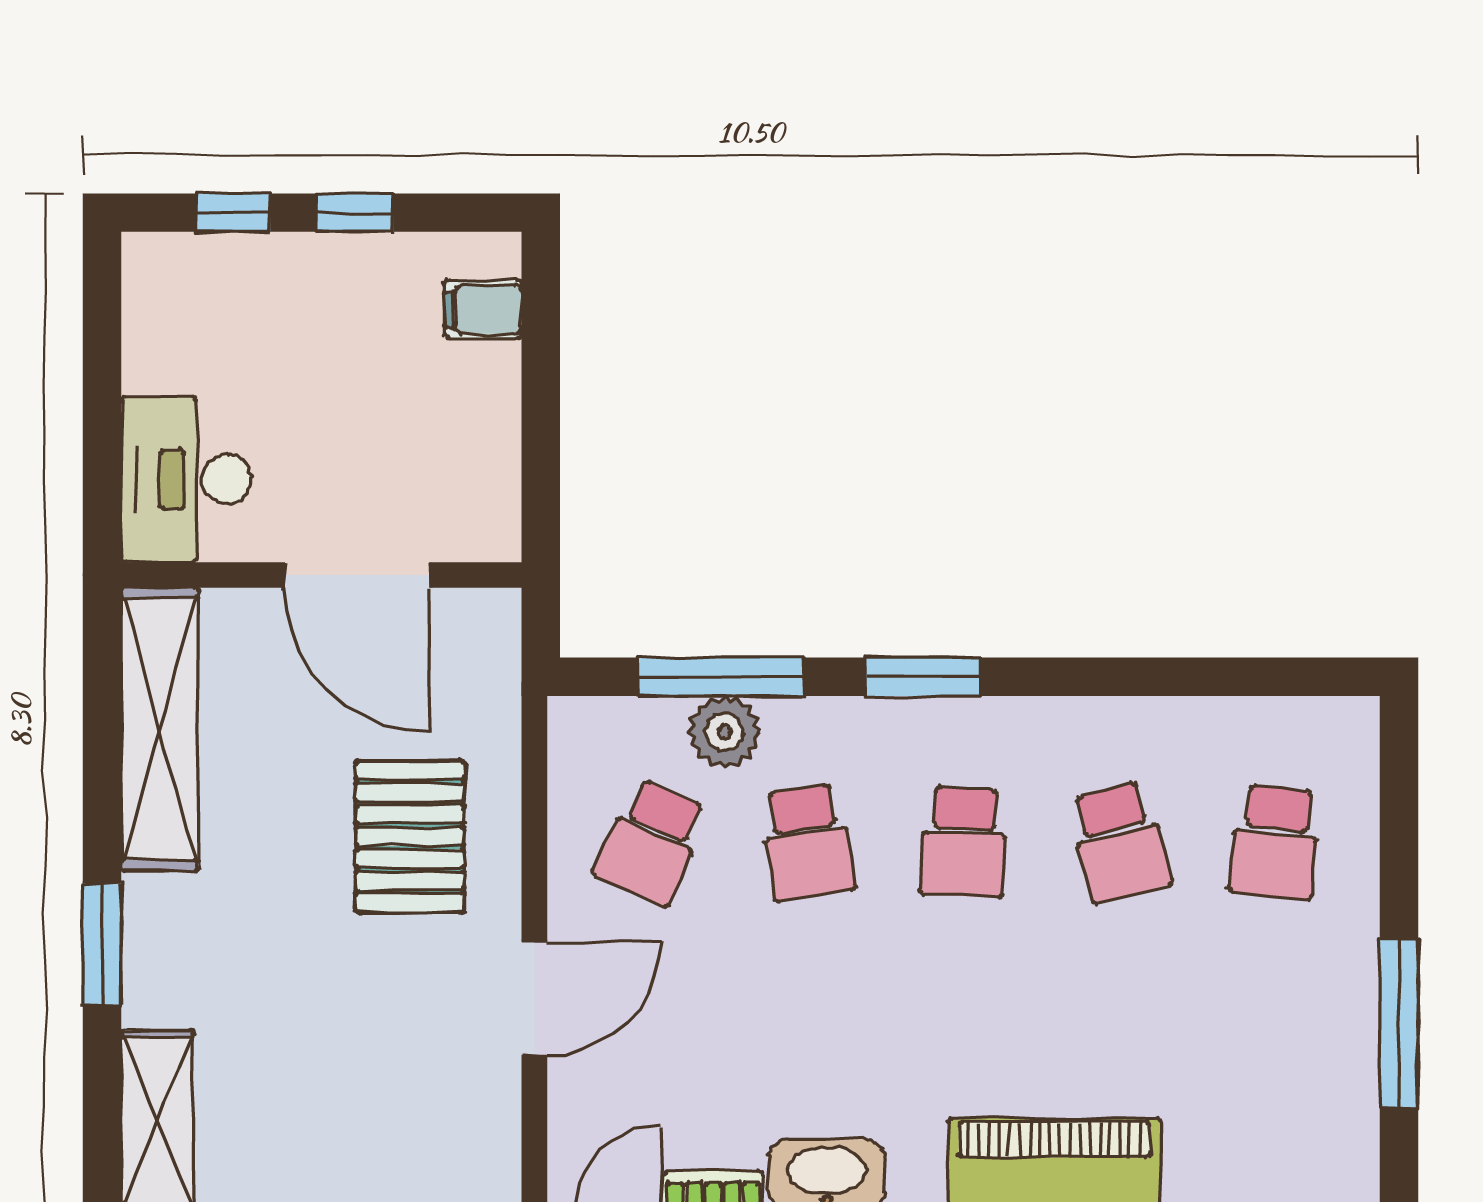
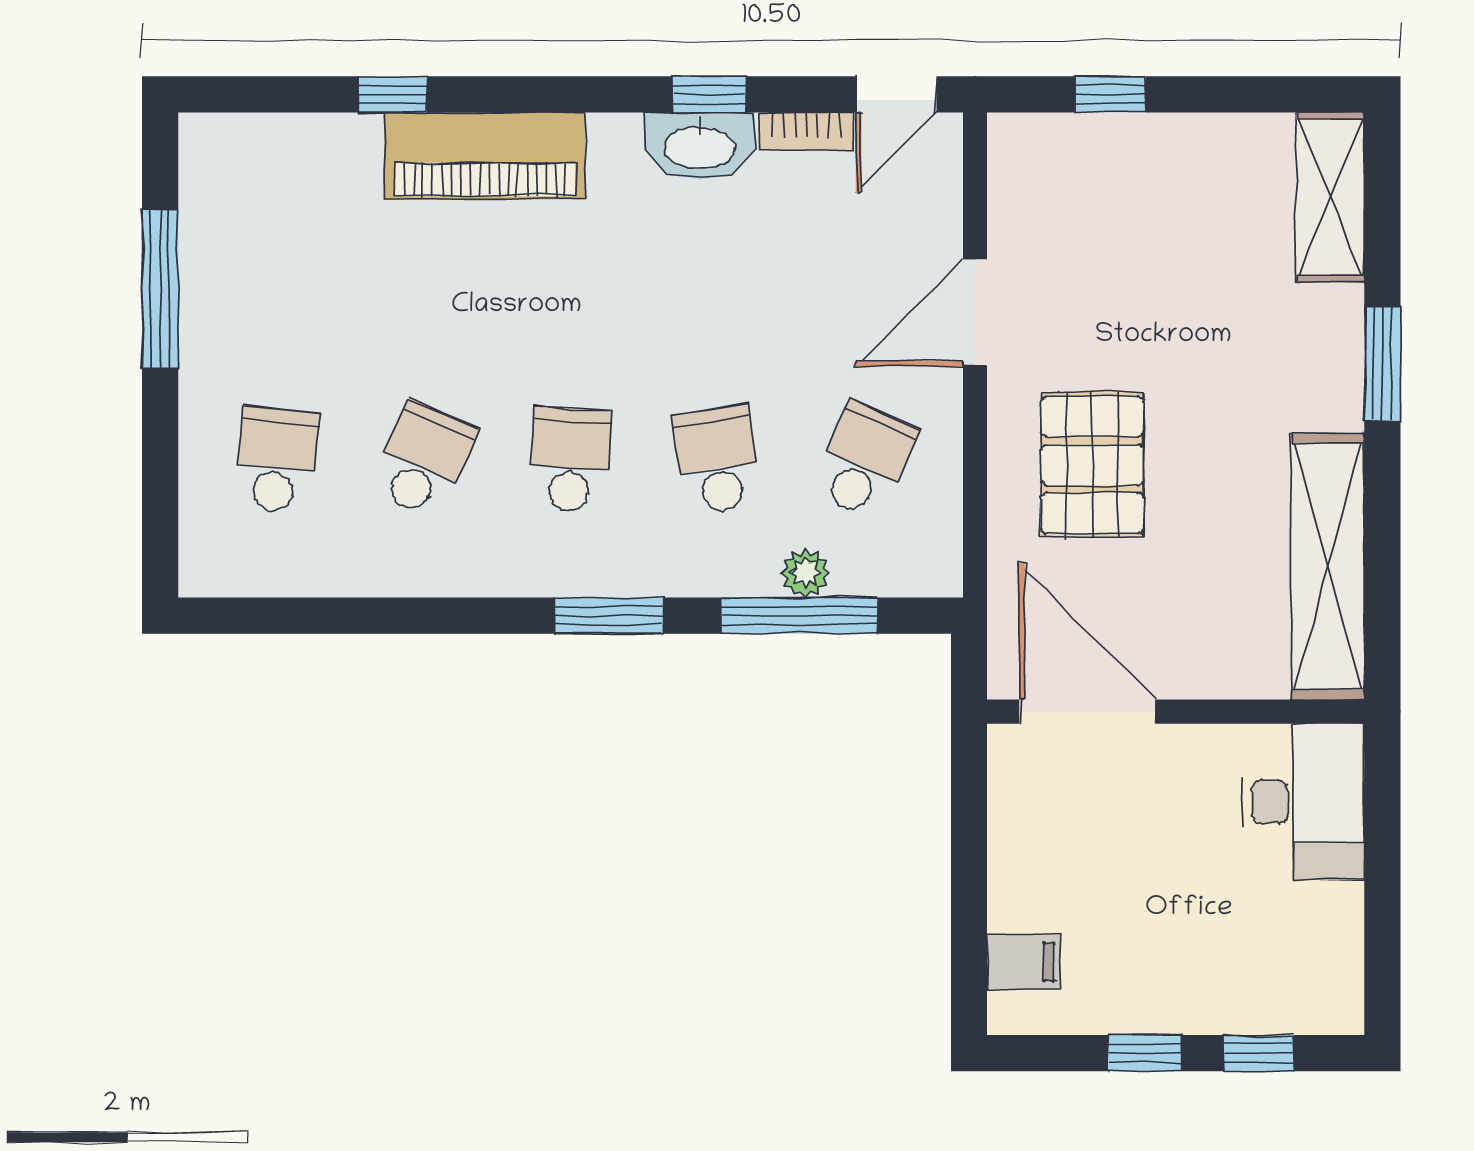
door: (357, 575) -> (1087, 712), moved
plant: (724, 732) -> (805, 573), width x0.73, depth x0.73
school desk: (1119, 842) -> (424, 460), turned 39

